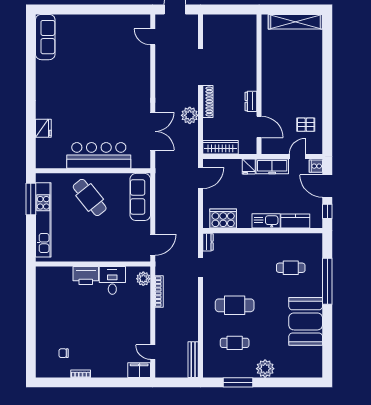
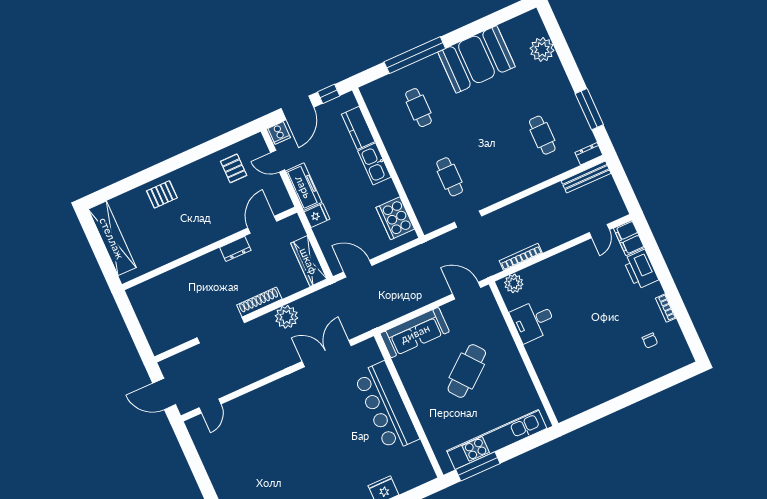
pallet: (310, 68) -> (162, 194), added
cafe table: (90, 197) -> (467, 371), moved
dresser: (208, 242) -> (589, 154), moved
printer: (86, 276) -> (641, 269), moved, turned 180
cafe table: (235, 305) -> (450, 177), moved, width x0.73, depth x0.74
plant: (265, 369) -> (542, 49), moved

